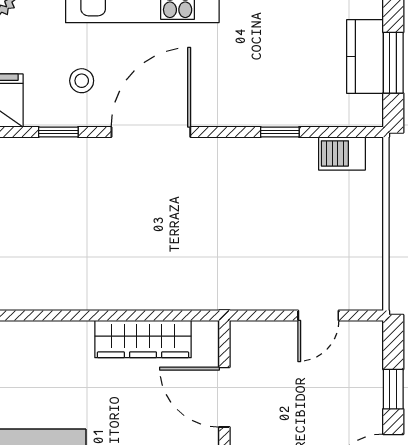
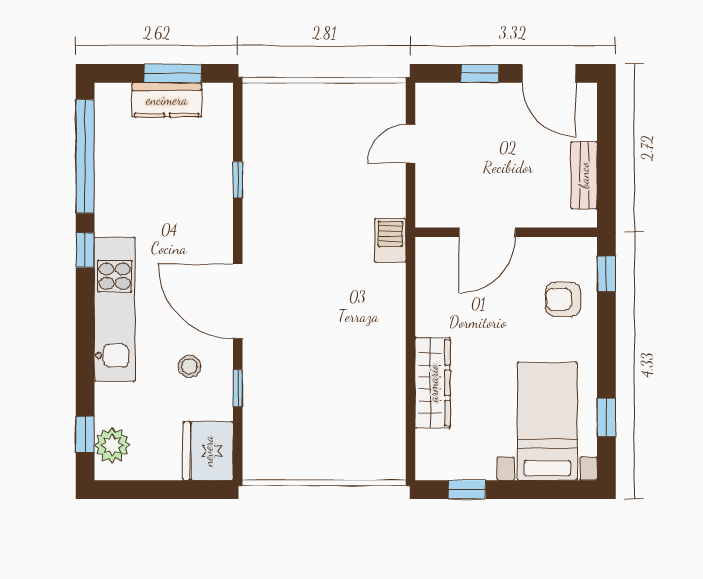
barbecue: (342, 153) -> (390, 240), moved, turned 180
door: (318, 316) -> (410, 144), swing flipped
wardrobe: (143, 339) -> (433, 383), moved

